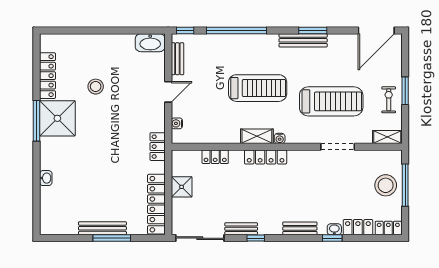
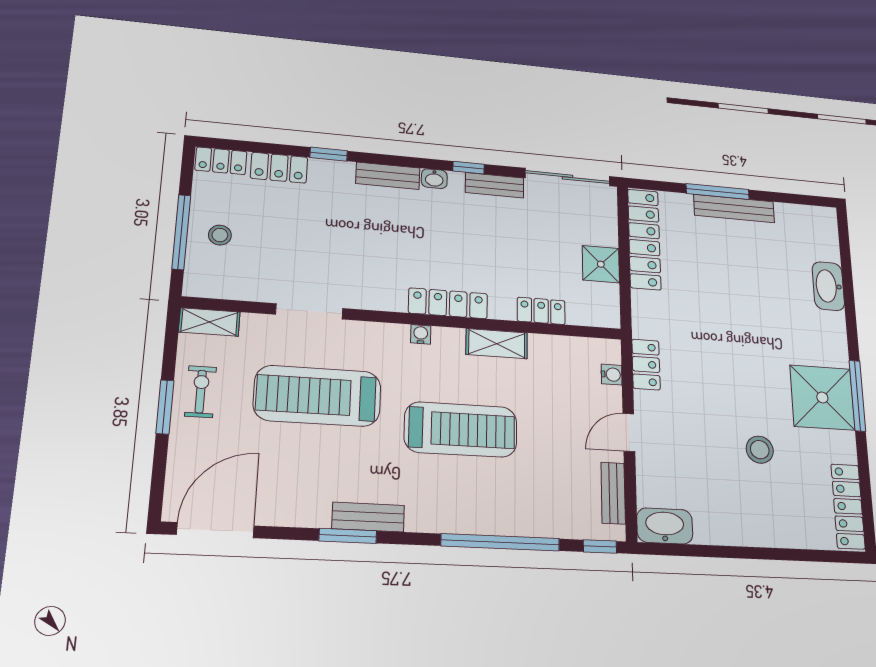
bench: (303, 40) -> (368, 517), width x0.73
locker: (47, 76) -> (848, 506), moved
treadmill: (258, 88) -> (461, 430), turned 180
exercise bike: (389, 100) -> (201, 392), turned 180
shelving: (257, 136) -> (497, 344), moved
locker: (158, 147) -> (646, 364), moved
washbasin: (46, 178) -> (828, 286), width x1.91, depth x1.45
stool: (386, 185) -> (220, 235), width x0.53, depth x0.53
washbasin: (334, 229) -> (434, 179), moved

